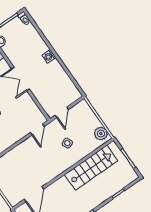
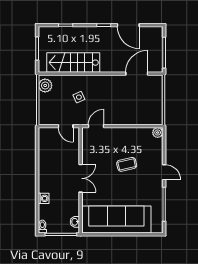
washing machine: (49, 56) -> (44, 198), moved
door: (62, 112) -> (66, 126), swing flipped

